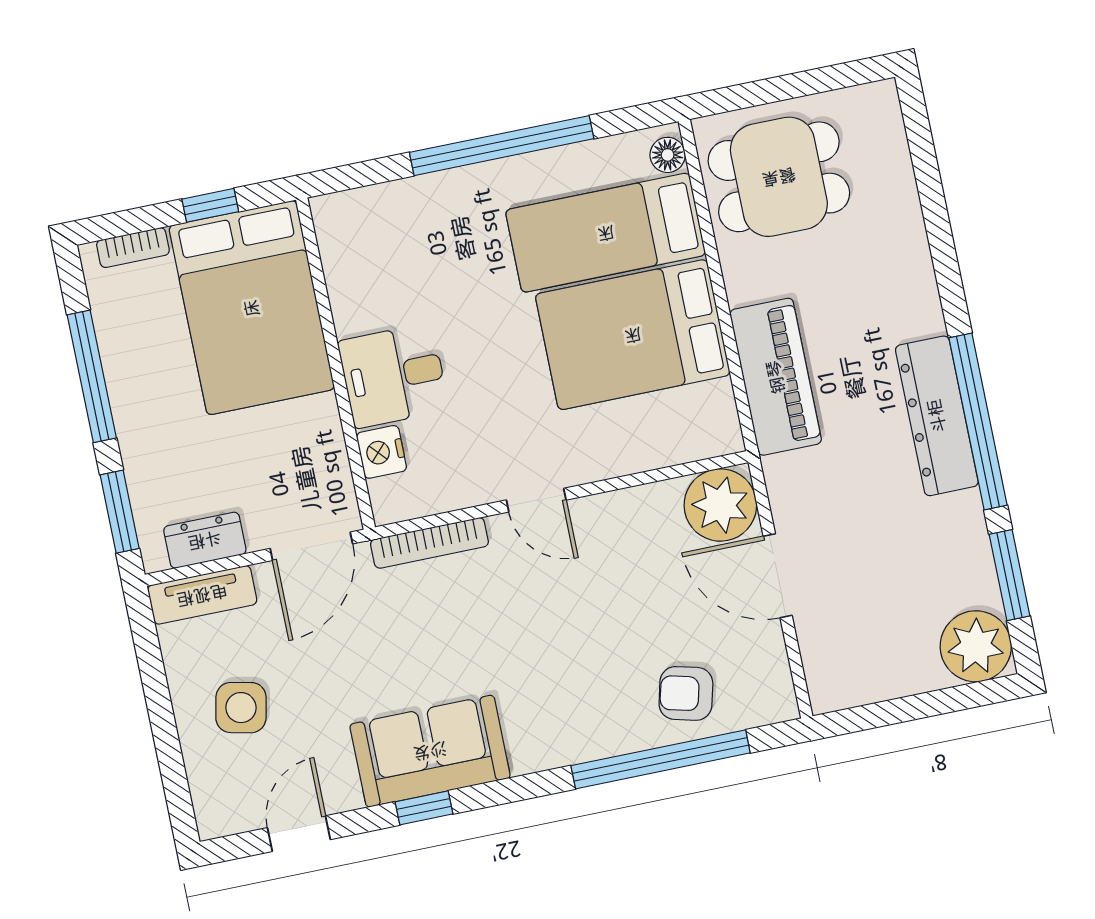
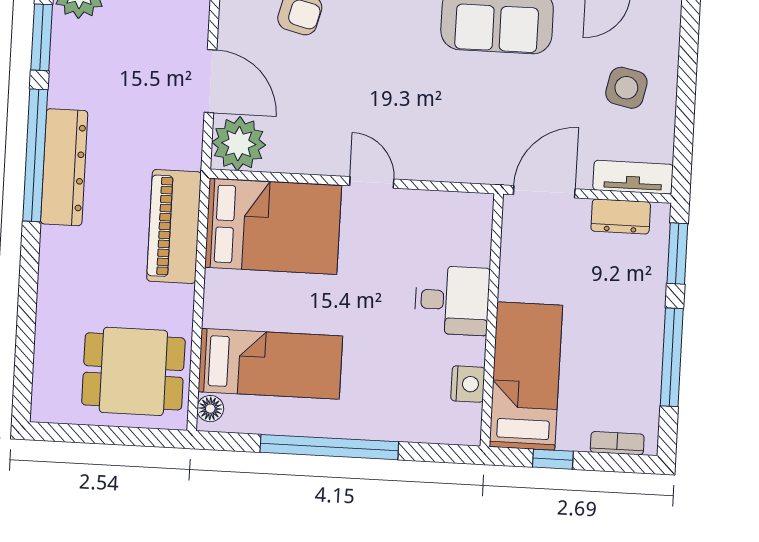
bed: (252, 308) -> (526, 376), width x0.67
bed: (633, 335) -> (273, 227), moved
nightstand: (381, 452) -> (468, 384), moved
bookcase: (429, 543) -> (458, 172), removed

